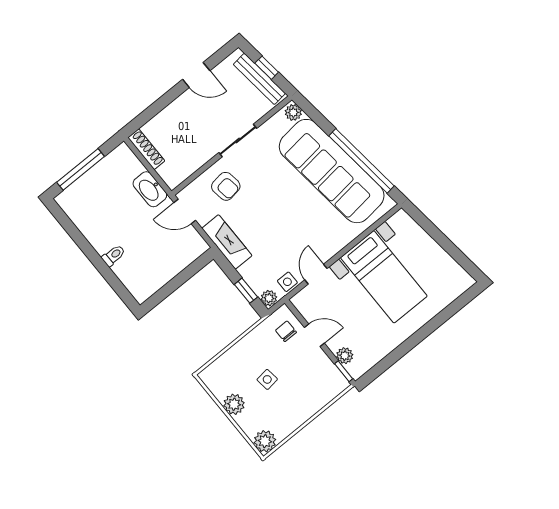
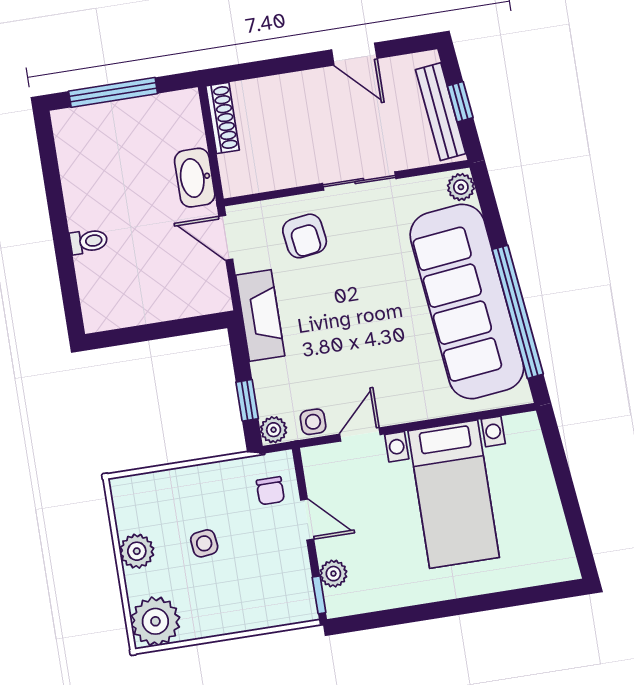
chair: (286, 331) -> (270, 491), turned 180
plant: (265, 441) -> (155, 621), width x1.36, depth x1.36

